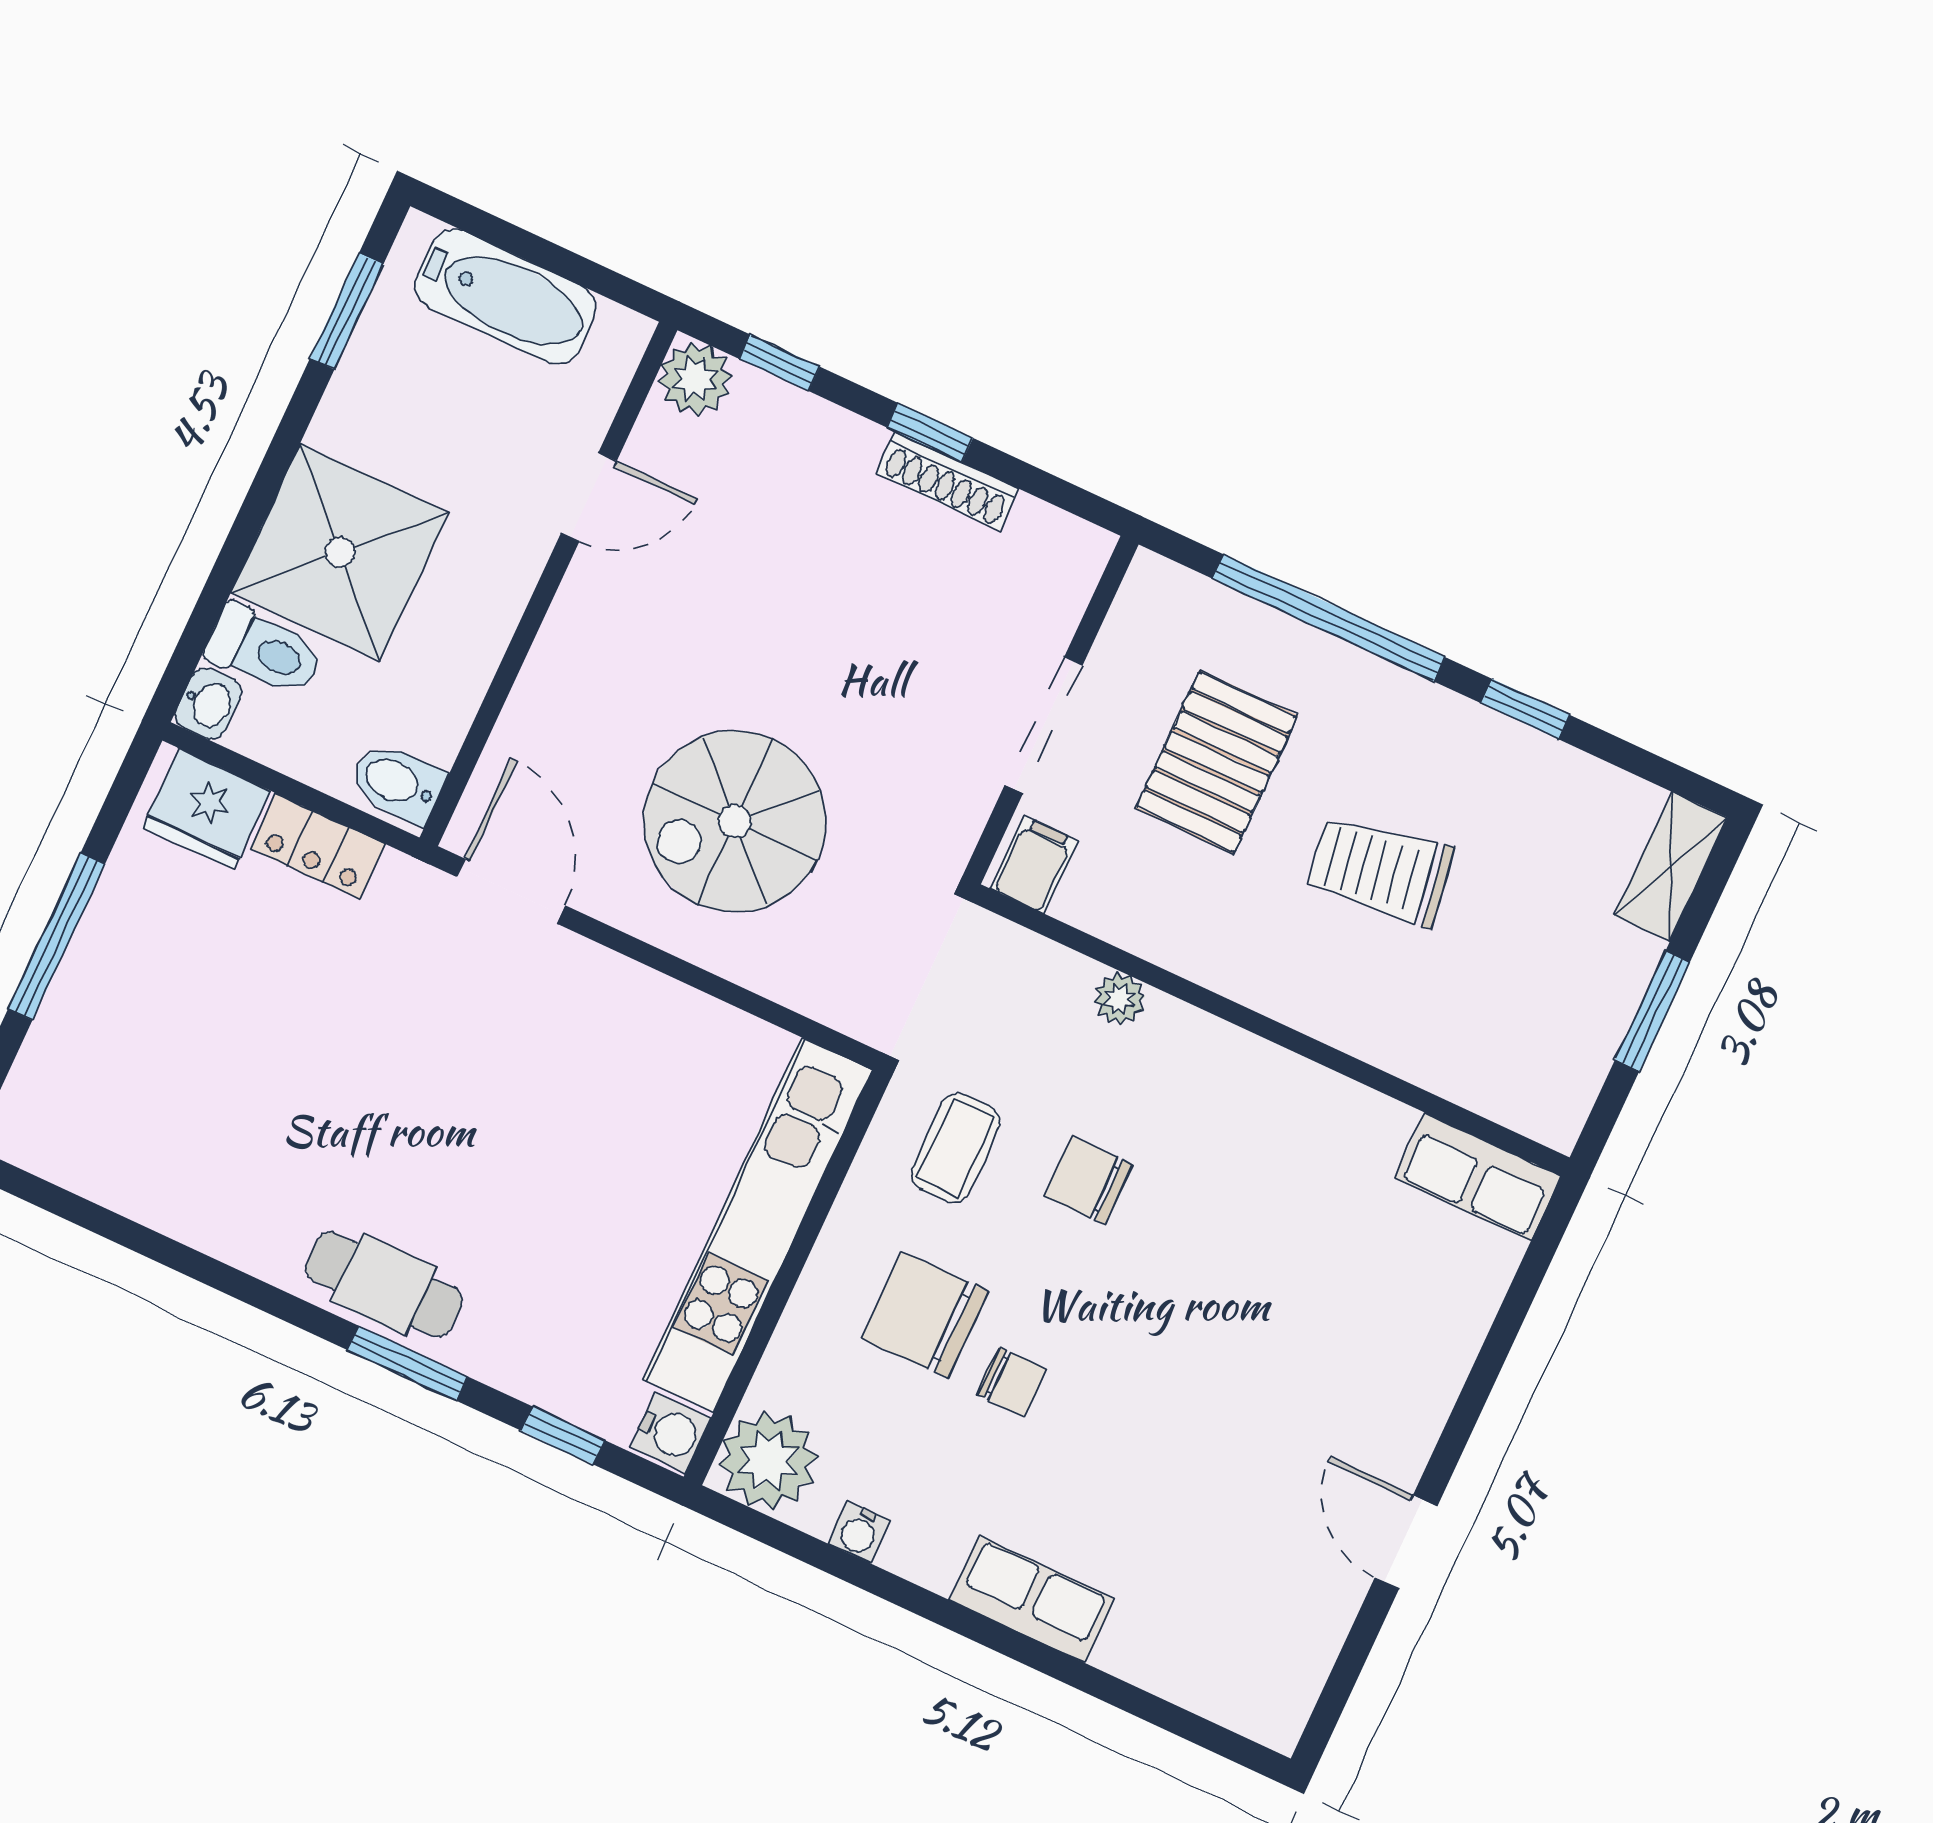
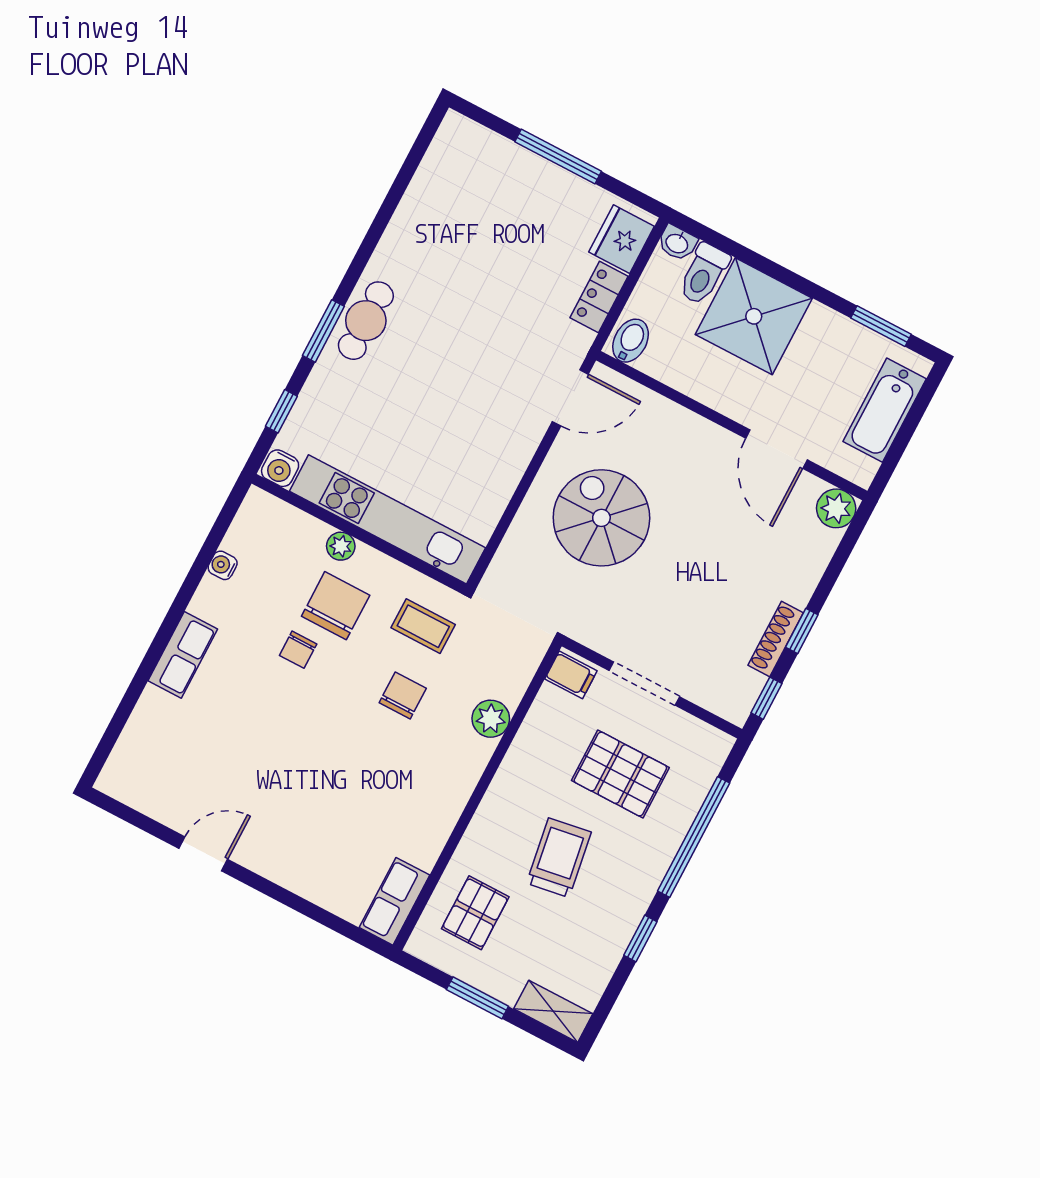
window: (779, 363) -> (766, 698), moved
door: (589, 497) -> (776, 449), width x1.38
plant: (1119, 999) -> (491, 719), width x1.38, depth x1.38
pallet: (1492, 1023) -> (475, 913), added
plant: (768, 1461) -> (341, 546), moved, width x0.53, depth x0.53

